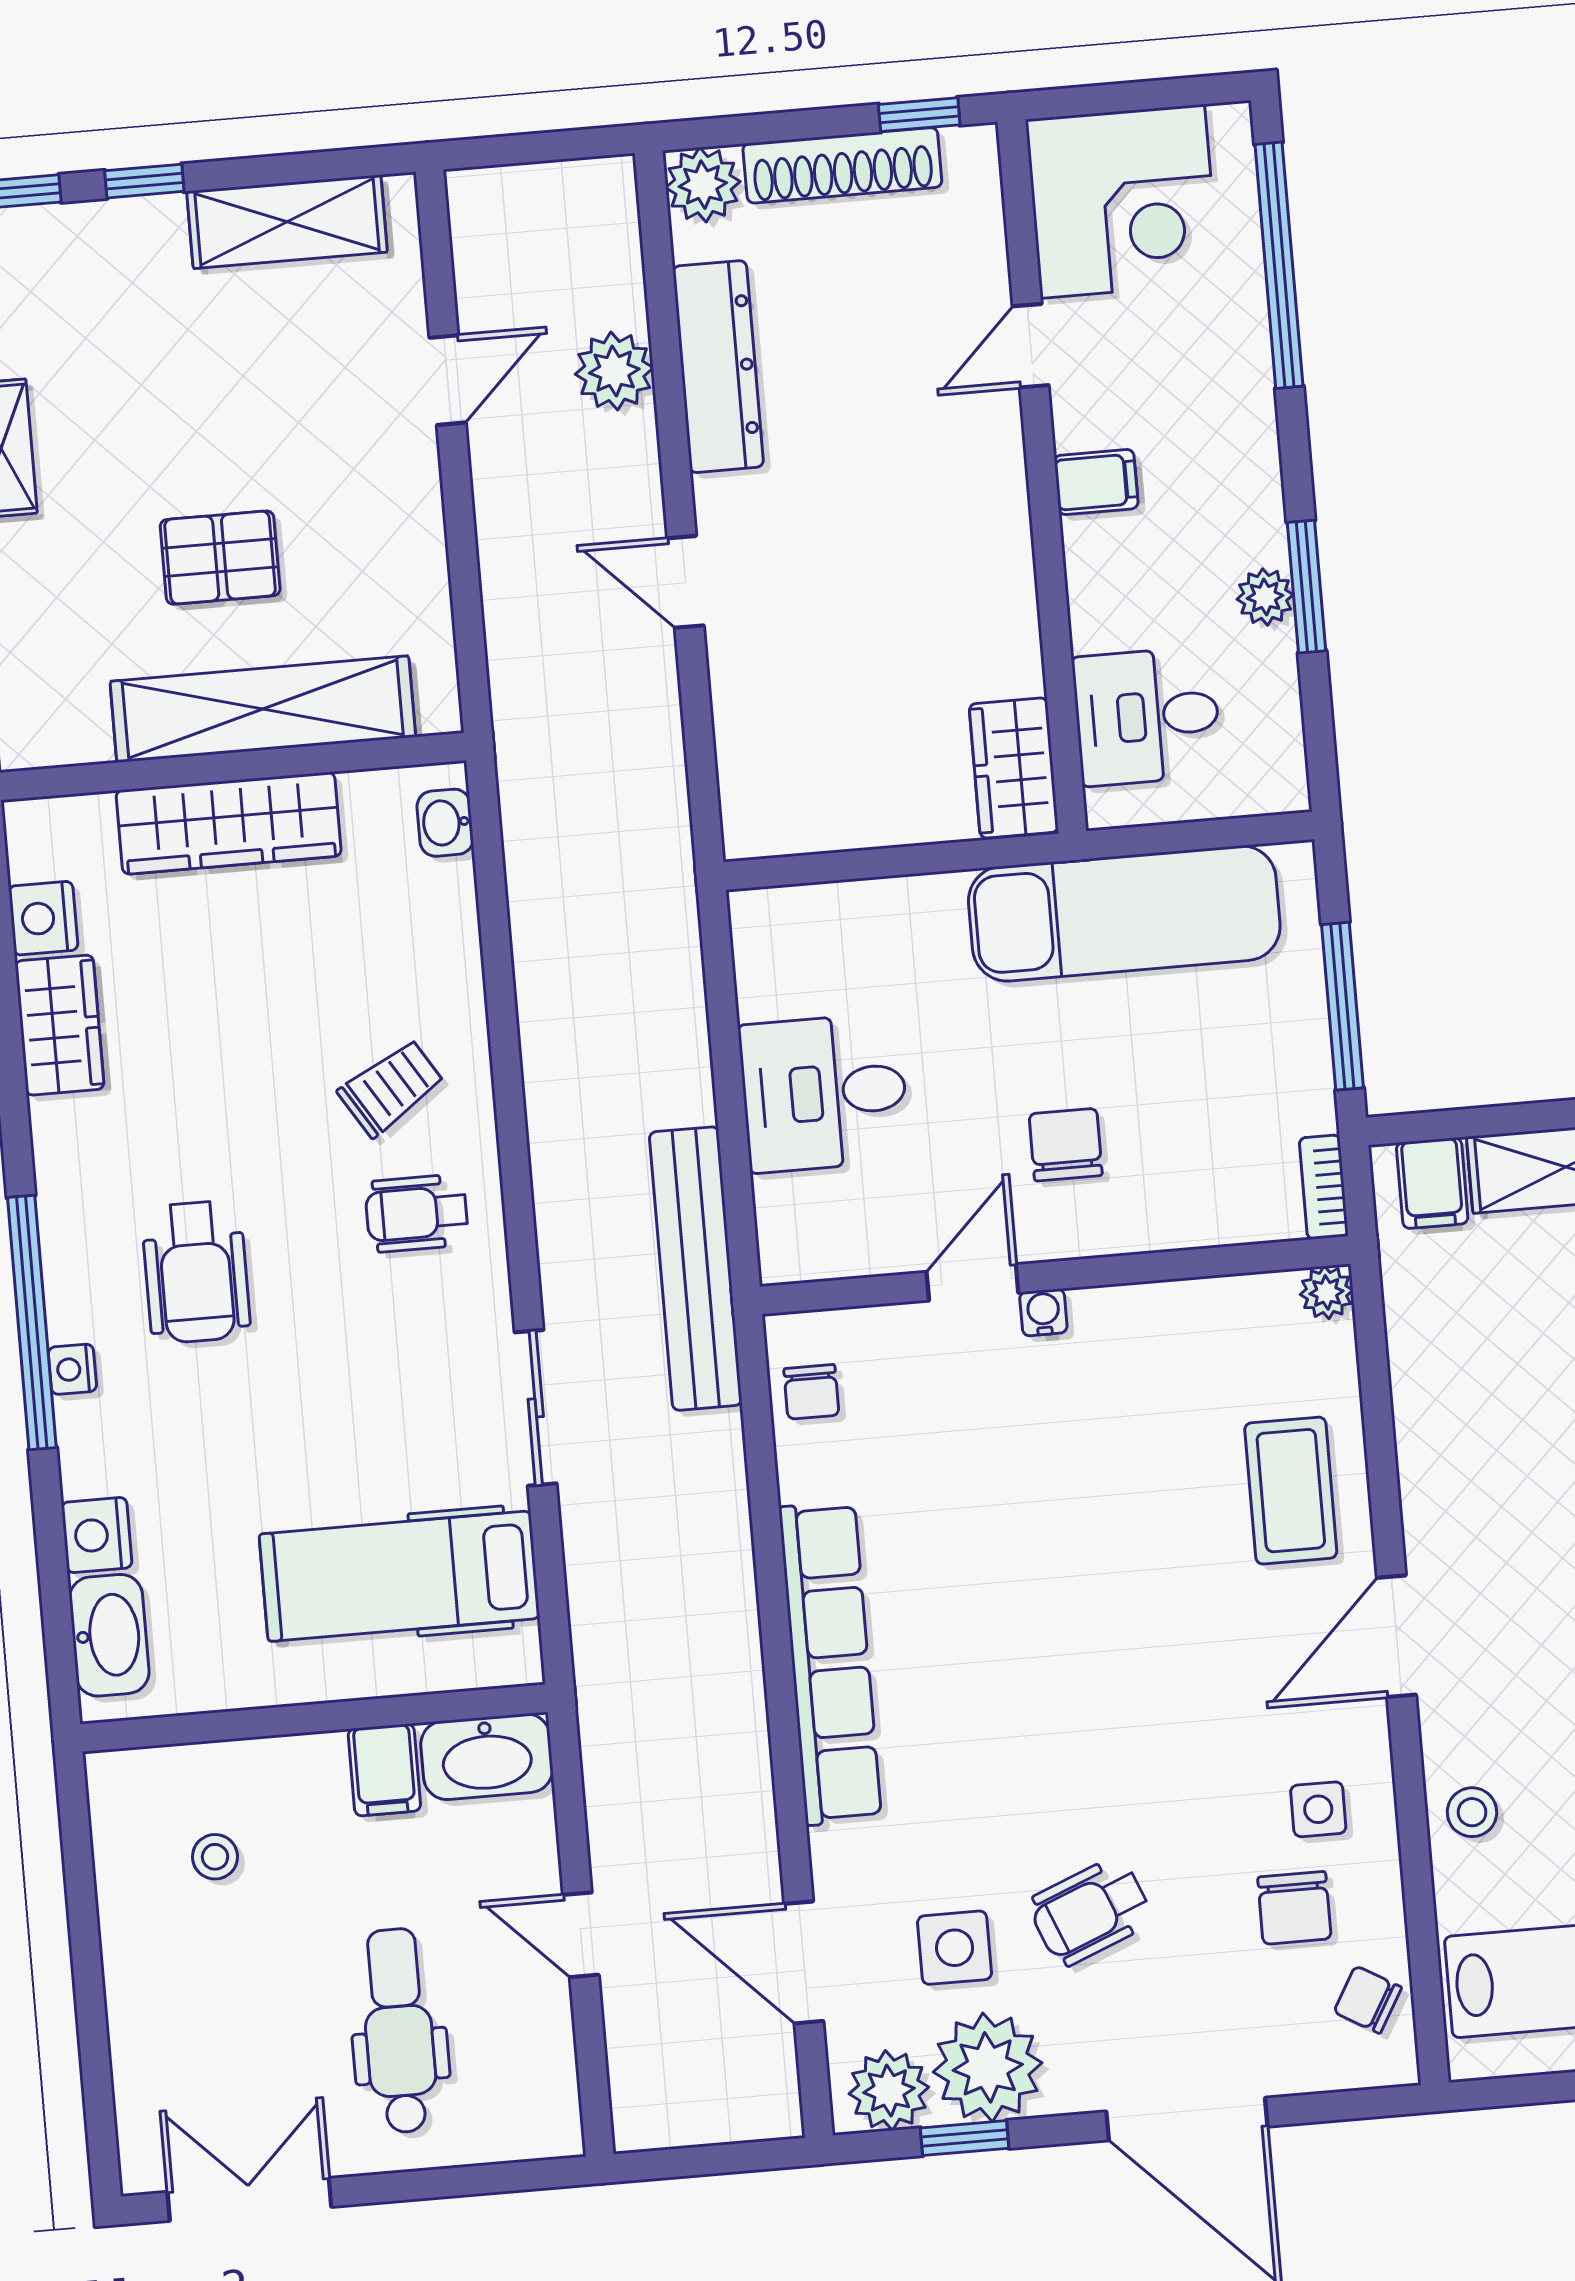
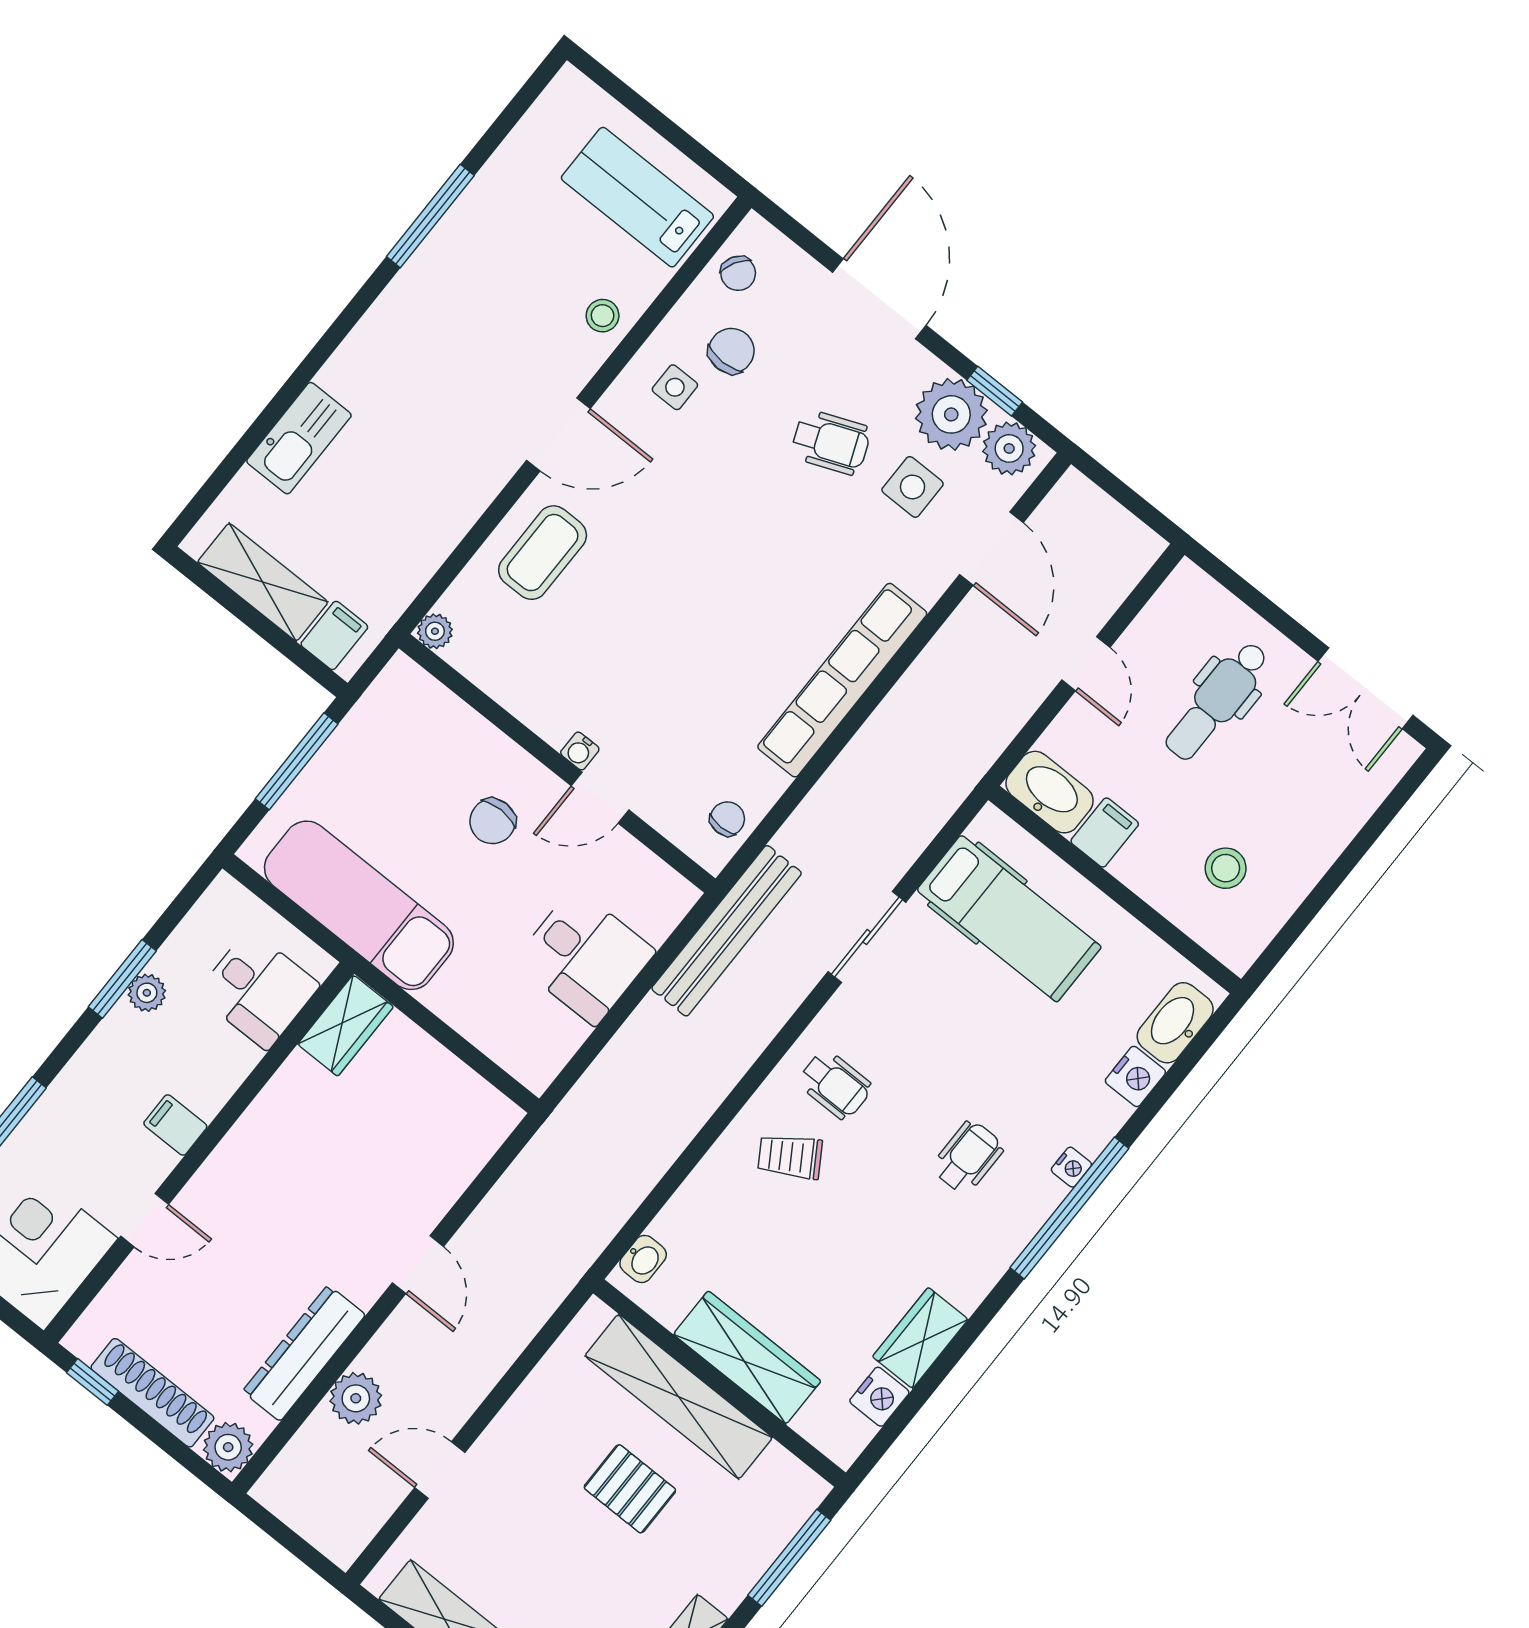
bookcase: (1324, 1187) -> (388, 683), removed
wheelchair: (196, 1272) -> (968, 1157), width x0.73, depth x0.73
stool: (215, 1857) -> (1226, 868), width x1.37, depth x1.37

